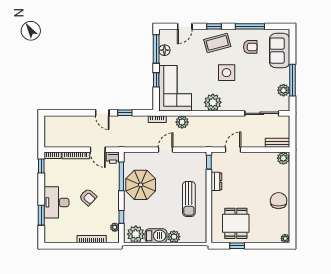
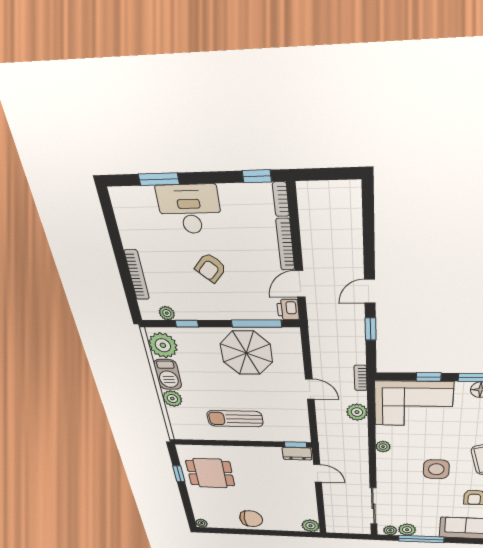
plant: (213, 102) -> (383, 447), width x0.53, depth x0.53
plant: (285, 102) -> (390, 530), added
bench: (278, 143) -> (332, 521), removed
dresser: (216, 181) -> (297, 454), moved

